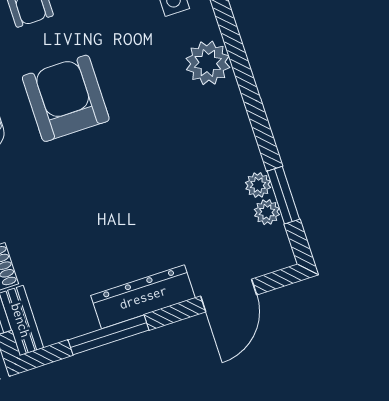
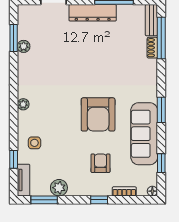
plant: (208, 63) -> (23, 104), width x0.53, depth x0.53
plant: (267, 212) -> (24, 33), removed

